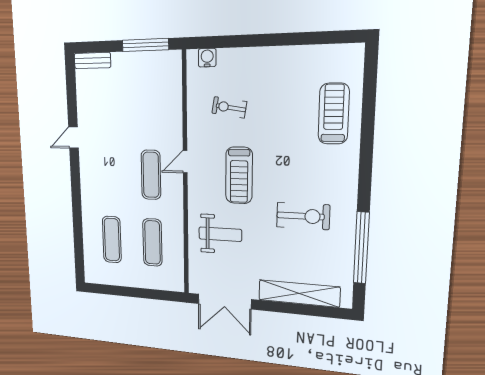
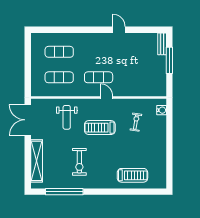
window: (145, 45) -> (169, 60), moved

